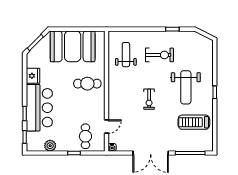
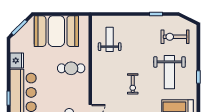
exercise bike: (159, 55) -> (175, 37), moved, turned 180

